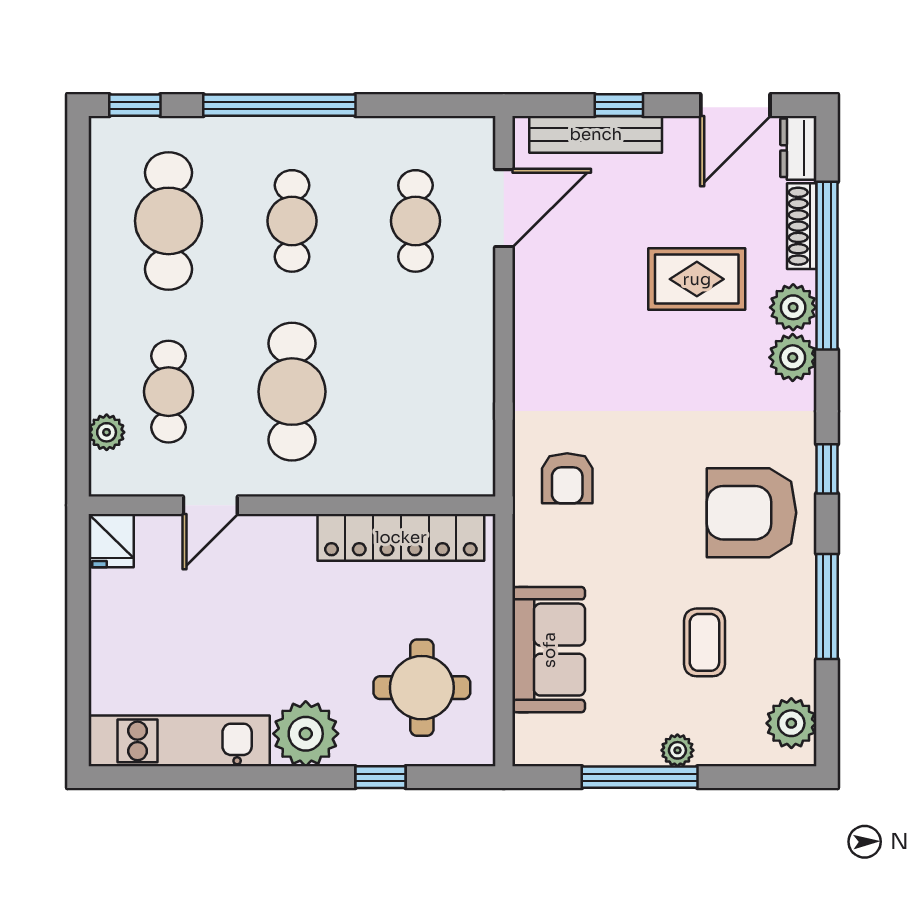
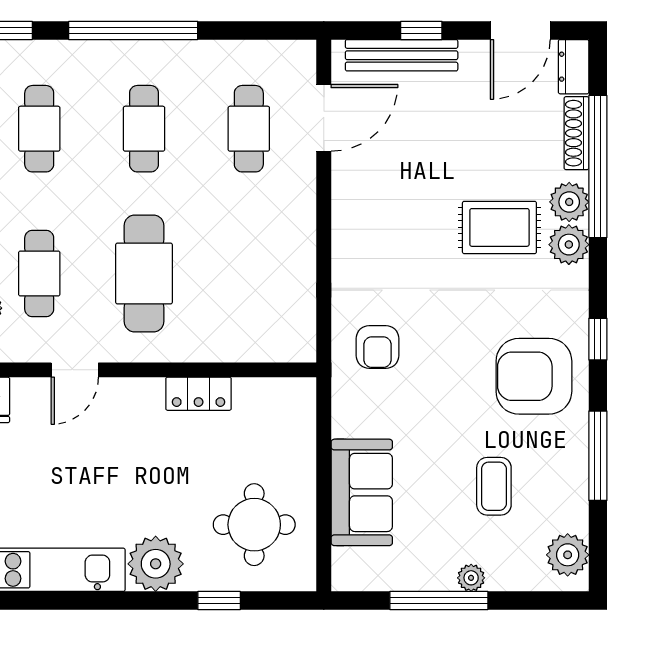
cafe table: (168, 221) -> (39, 129), width x0.73, depth x0.74
rug: (697, 279) -> (499, 227), moved
locker: (401, 537) -> (199, 394), width x0.46, depth x0.83

